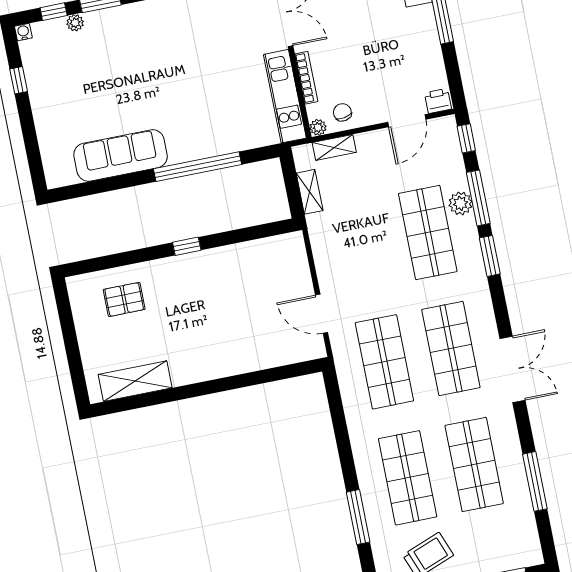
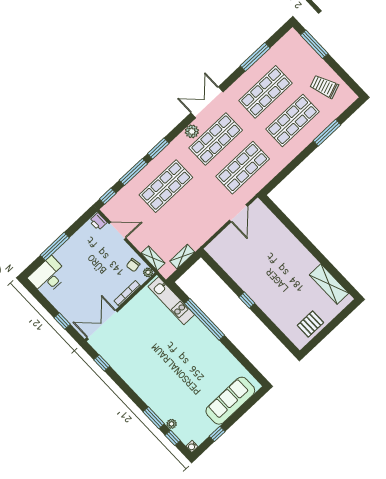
kitchen unit: (285, 96) -> (171, 301), moved, turned 90
sofa: (121, 155) -> (230, 401), moved, turned 90
plant: (460, 203) -> (192, 131), moved
pallet: (124, 299) -> (310, 324), moved, turned 90

